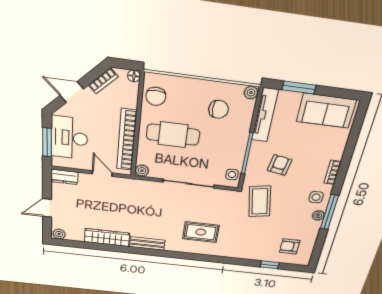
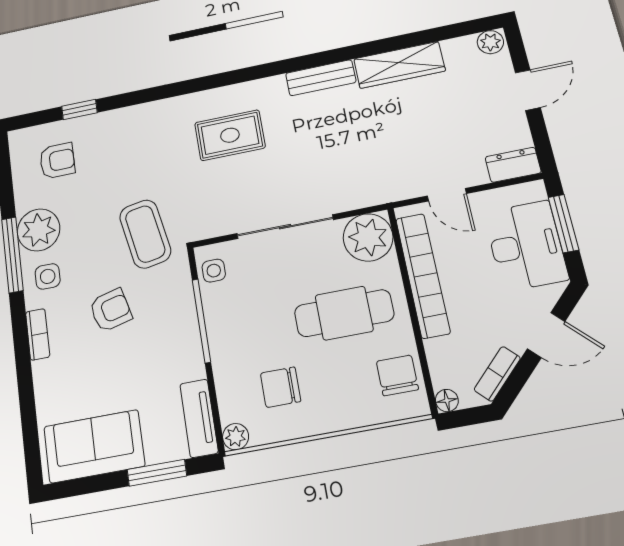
tv unit: (265, 115) -> (199, 418), width x0.71
armchair: (280, 165) -> (111, 310), moved, turned -114
plant: (142, 171) -> (368, 237), width x1.87, depth x1.87
plant: (318, 215) -> (39, 230), width x1.87, depth x1.87

